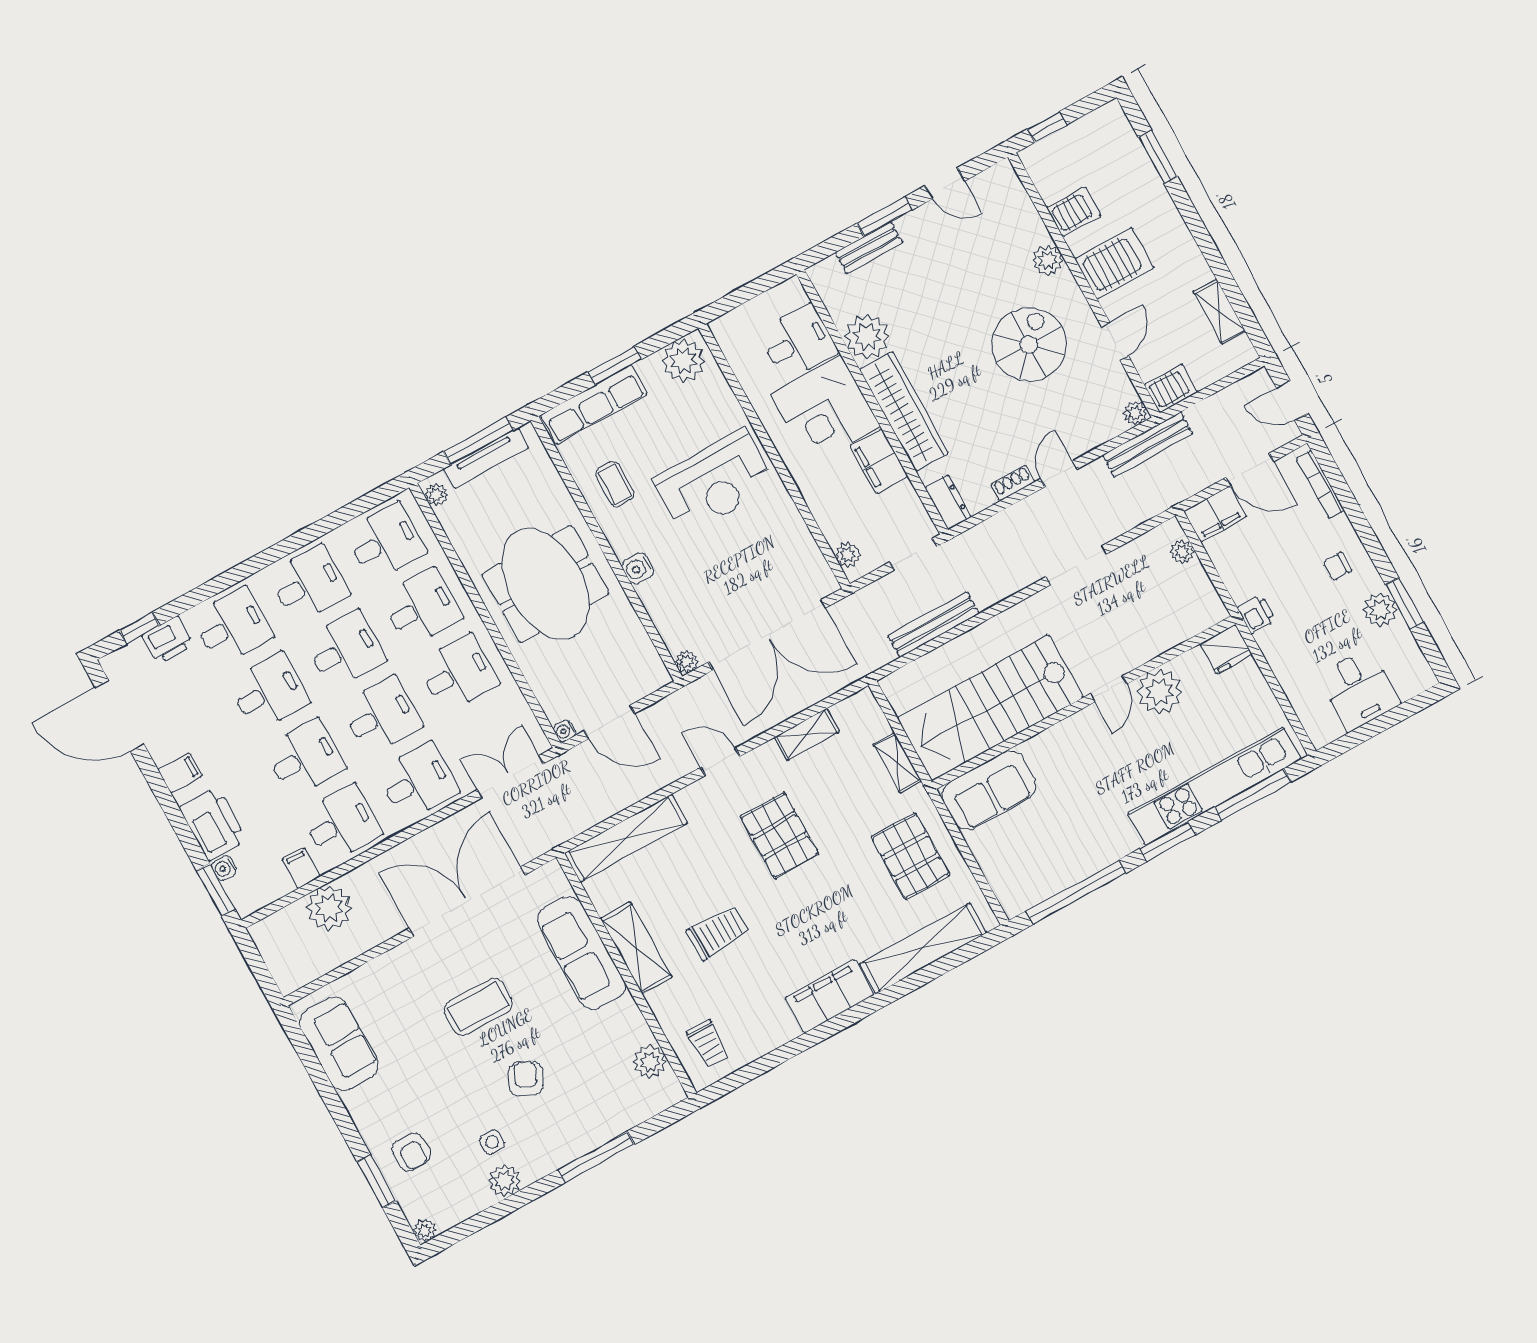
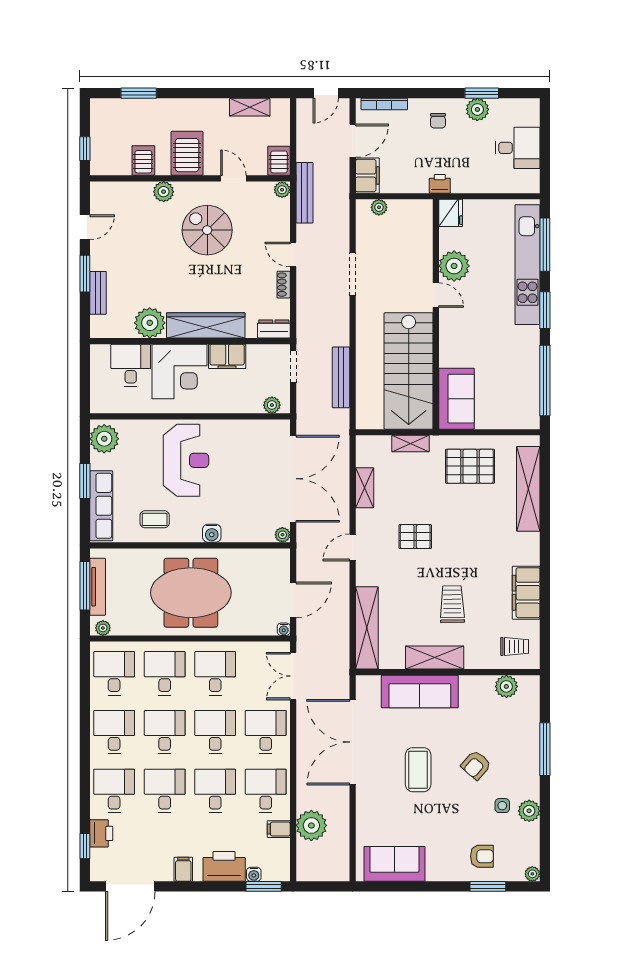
pallet: (780, 835) -> (415, 537), width x0.67, depth x0.71
filing cabinet: (829, 996) -> (526, 593), moved
armchair: (526, 1079) -> (476, 765), turned -75

